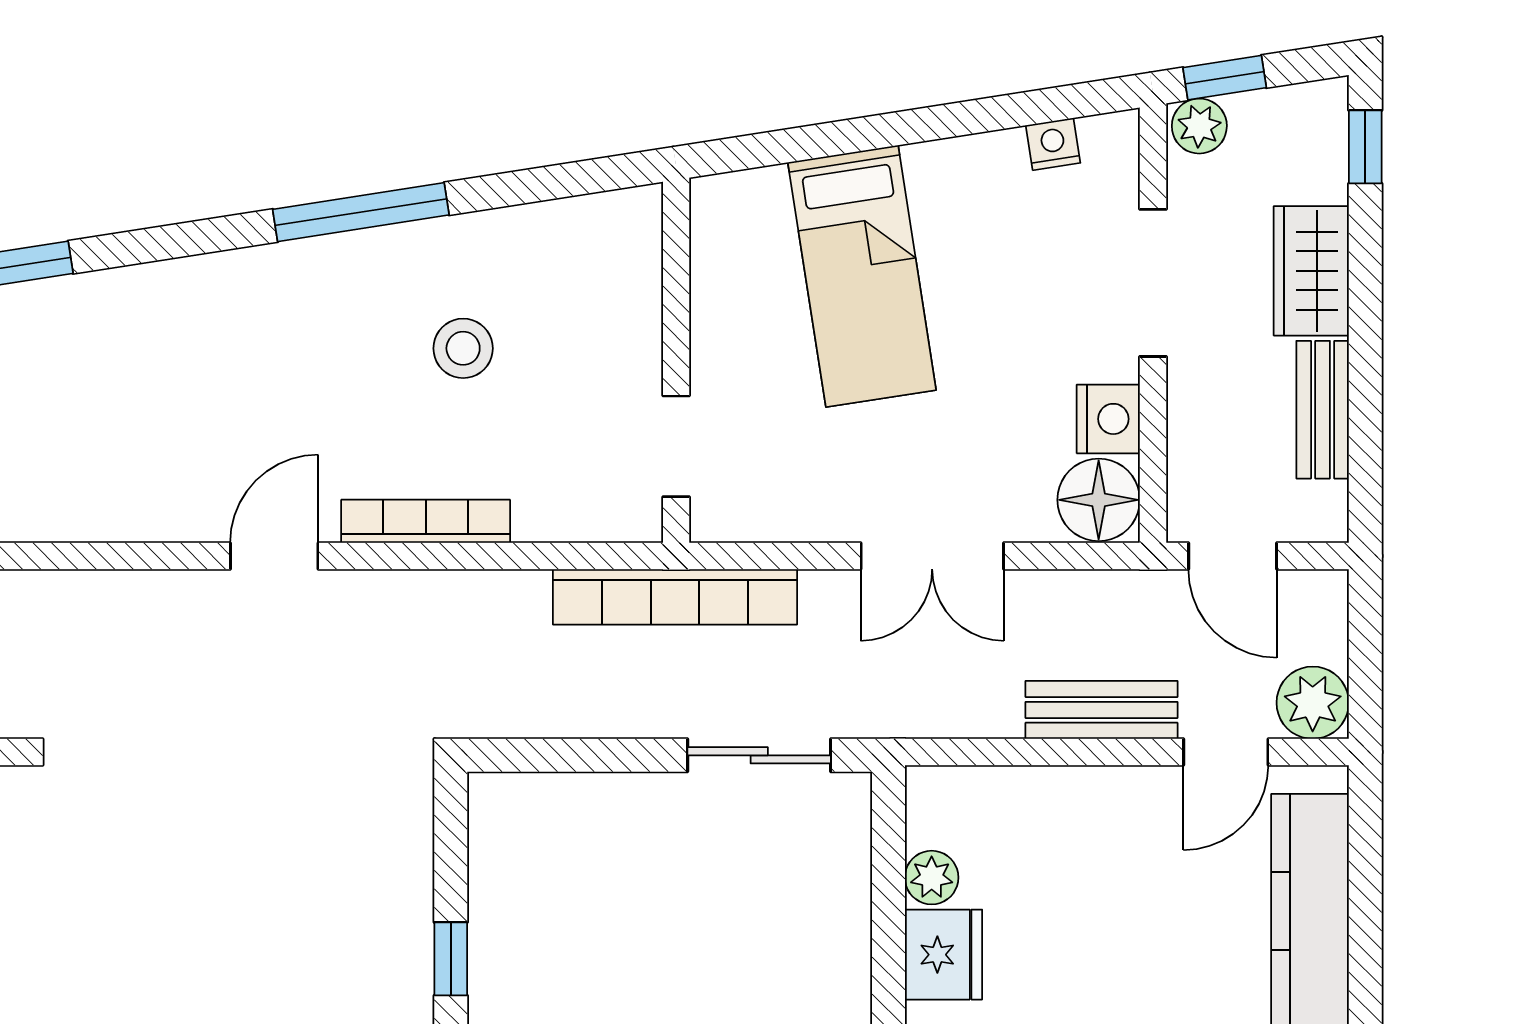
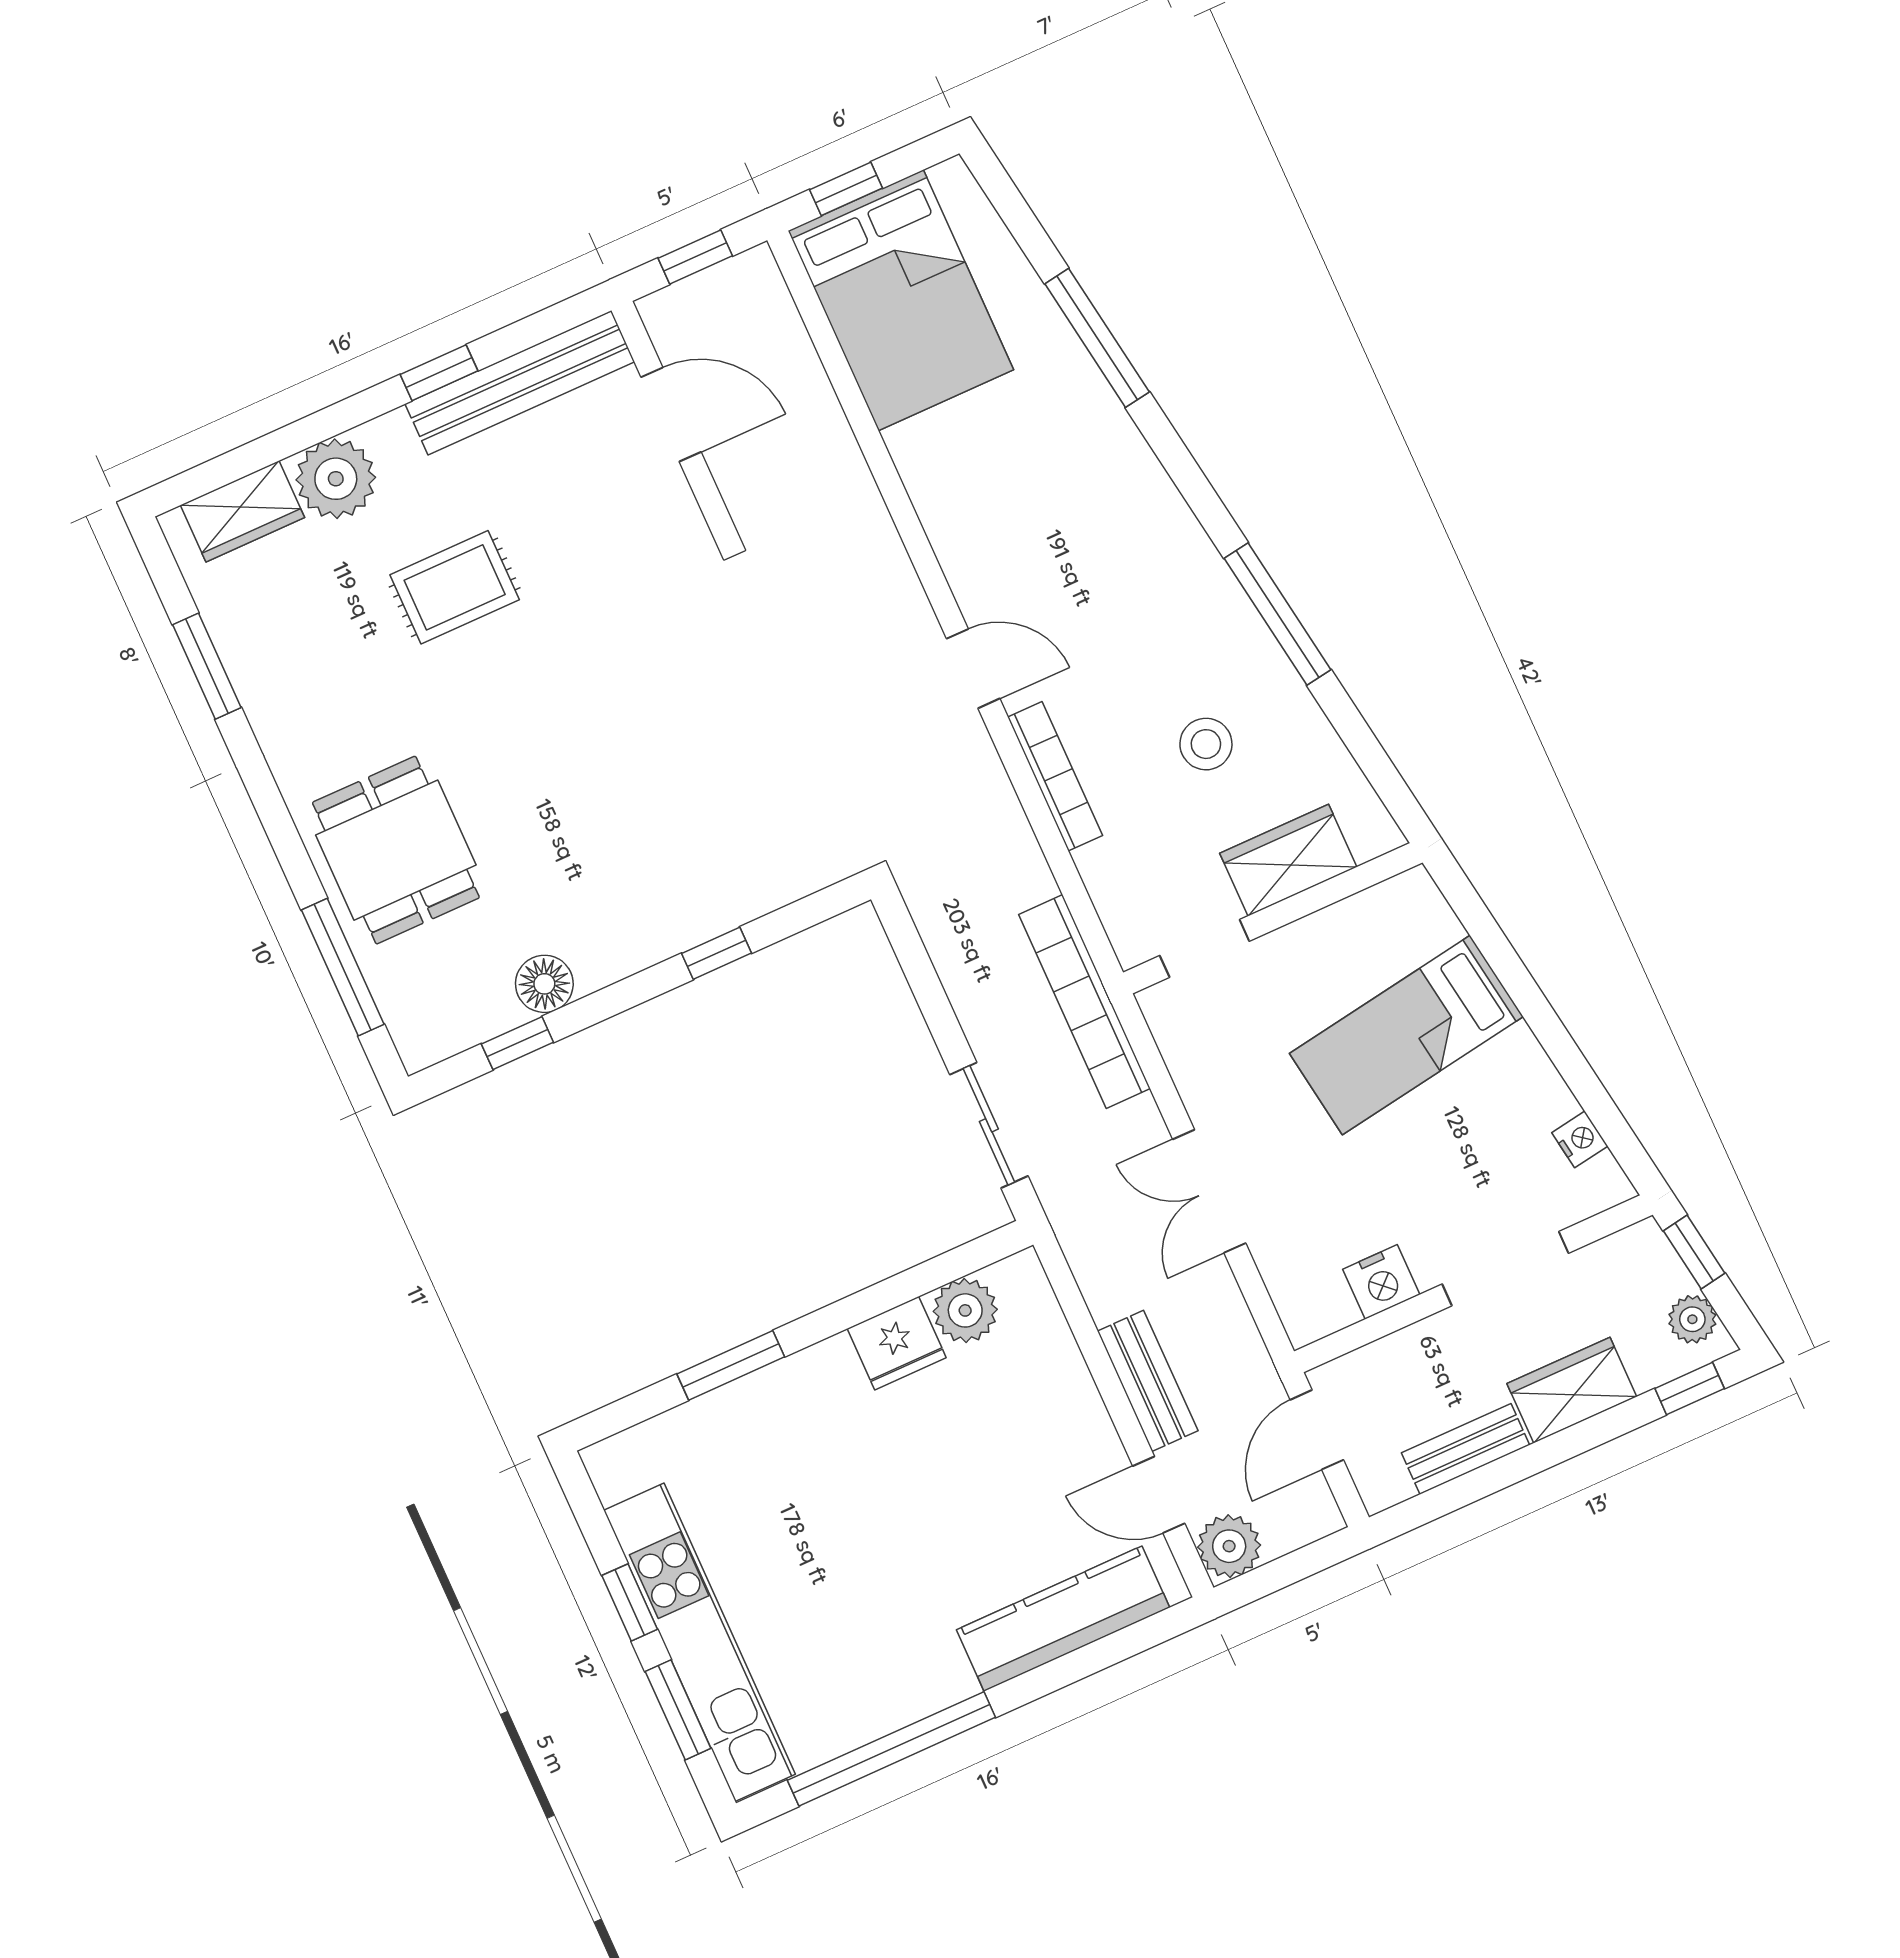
plant: (1199, 126) -> (1692, 1319), moved
wardrobe: (623, 317) -> (1288, 860), added
floor lamp: (1099, 500) -> (1314, 1303), removed
plant: (932, 878) -> (965, 1310), width x1.38, depth x1.38

